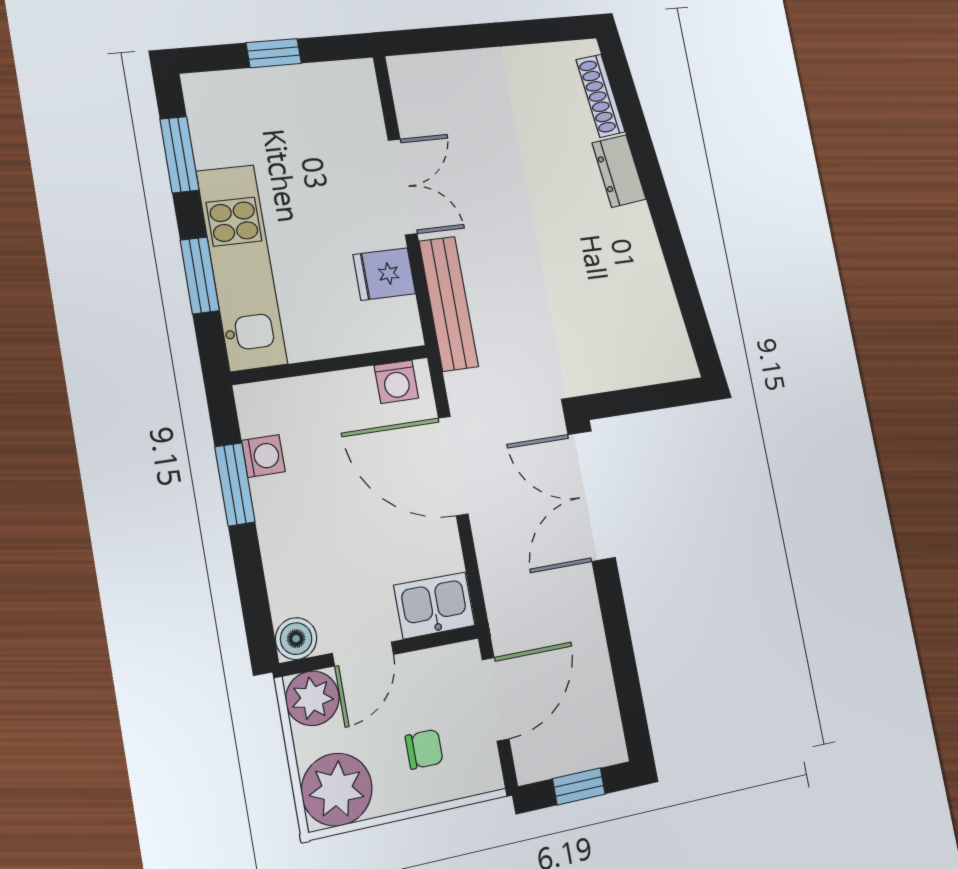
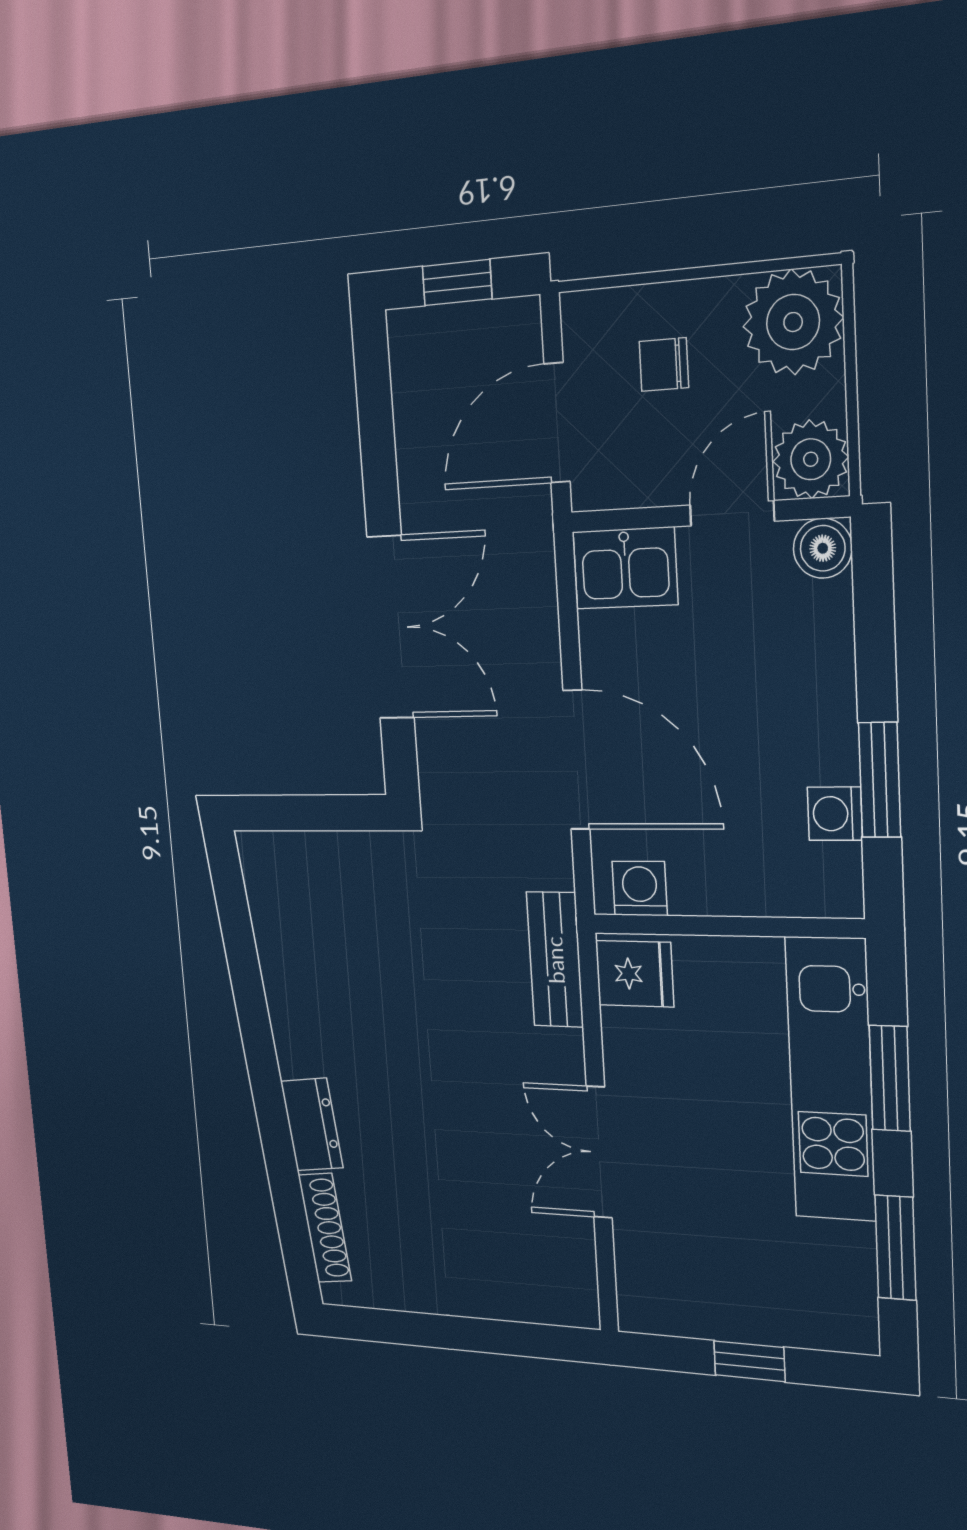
fridge: (384, 274) -> (635, 974), moved
bench: (449, 304) -> (555, 960), width x0.73
double door: (592, 496) -> (391, 627), moved

